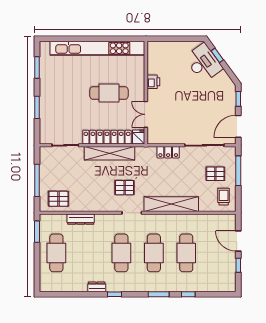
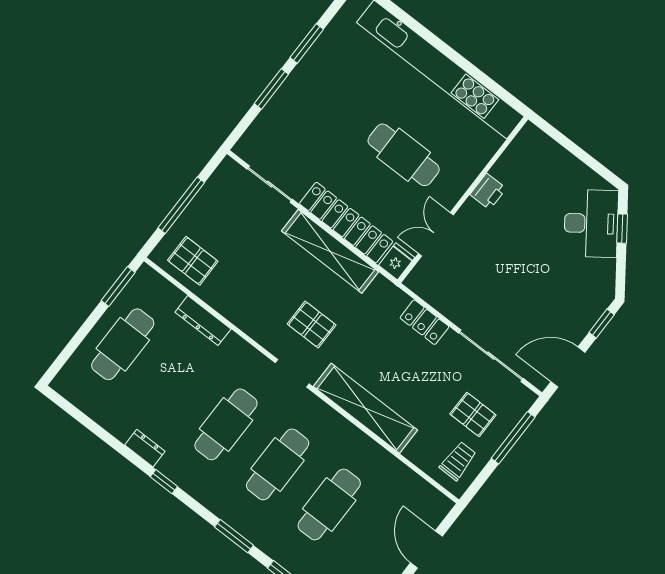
window: (37, 68) -> (307, 43), moved

